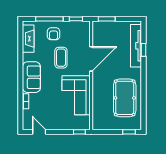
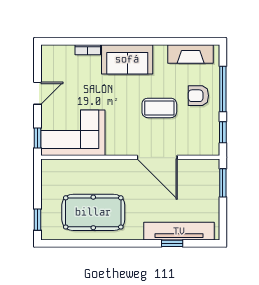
corner sofa: (76, 95) -> (73, 133), moved
door: (39, 132) -> (38, 93), moved

